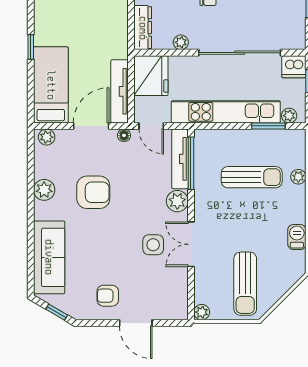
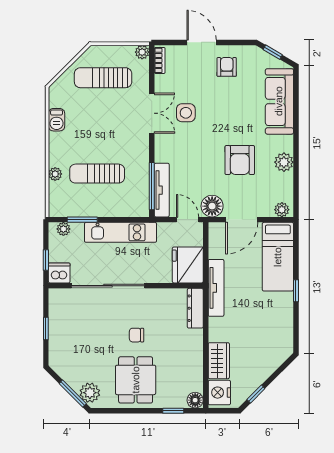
plant: (181, 42) -> (161, 295), removed
tv unit: (120, 91) -> (216, 288), moved
kitchen unit: (226, 112) -> (121, 232), width x0.73
floor lamp: (124, 135) -> (212, 206), width x1.89, depth x1.89
armchair: (93, 192) -> (240, 160), turned -90
plant: (177, 201) -> (164, 152), removed
sun lounger: (245, 284) -> (103, 78), turned -90
armchair: (108, 296) -> (227, 67), turned -90
bookcase: (182, 303) -> (160, 60), added

